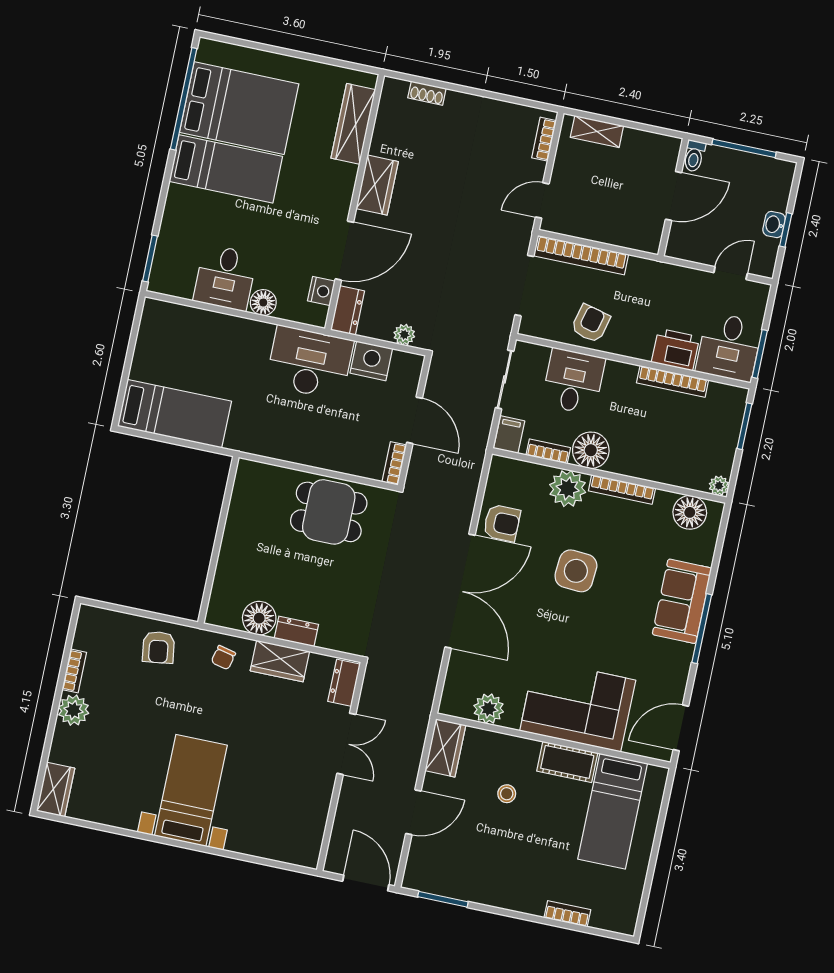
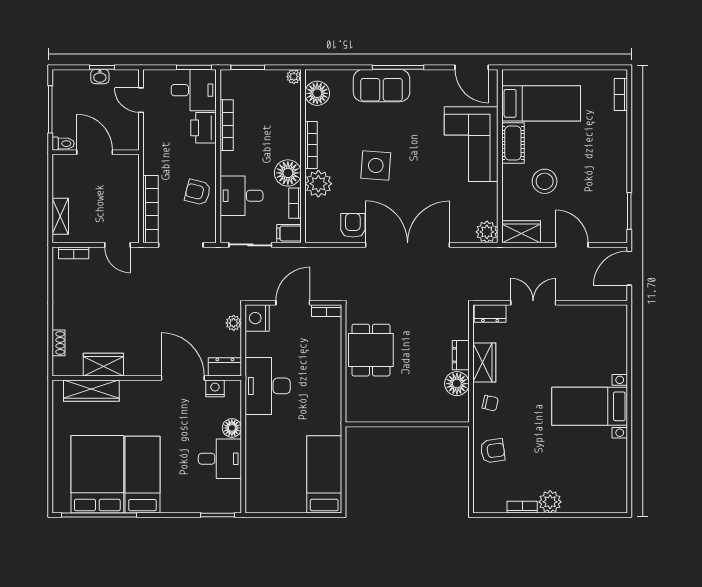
wardrobe: (377, 185) -> (103, 365), moved
nightstand: (371, 361) -> (257, 318), moved
plant: (489, 709) -> (487, 232), moved
wardrobe: (56, 790) -> (609, 503), removed
stool: (507, 794) -> (545, 181), width x1.89, depth x1.89
bookcase: (567, 914) -> (621, 95), moved

